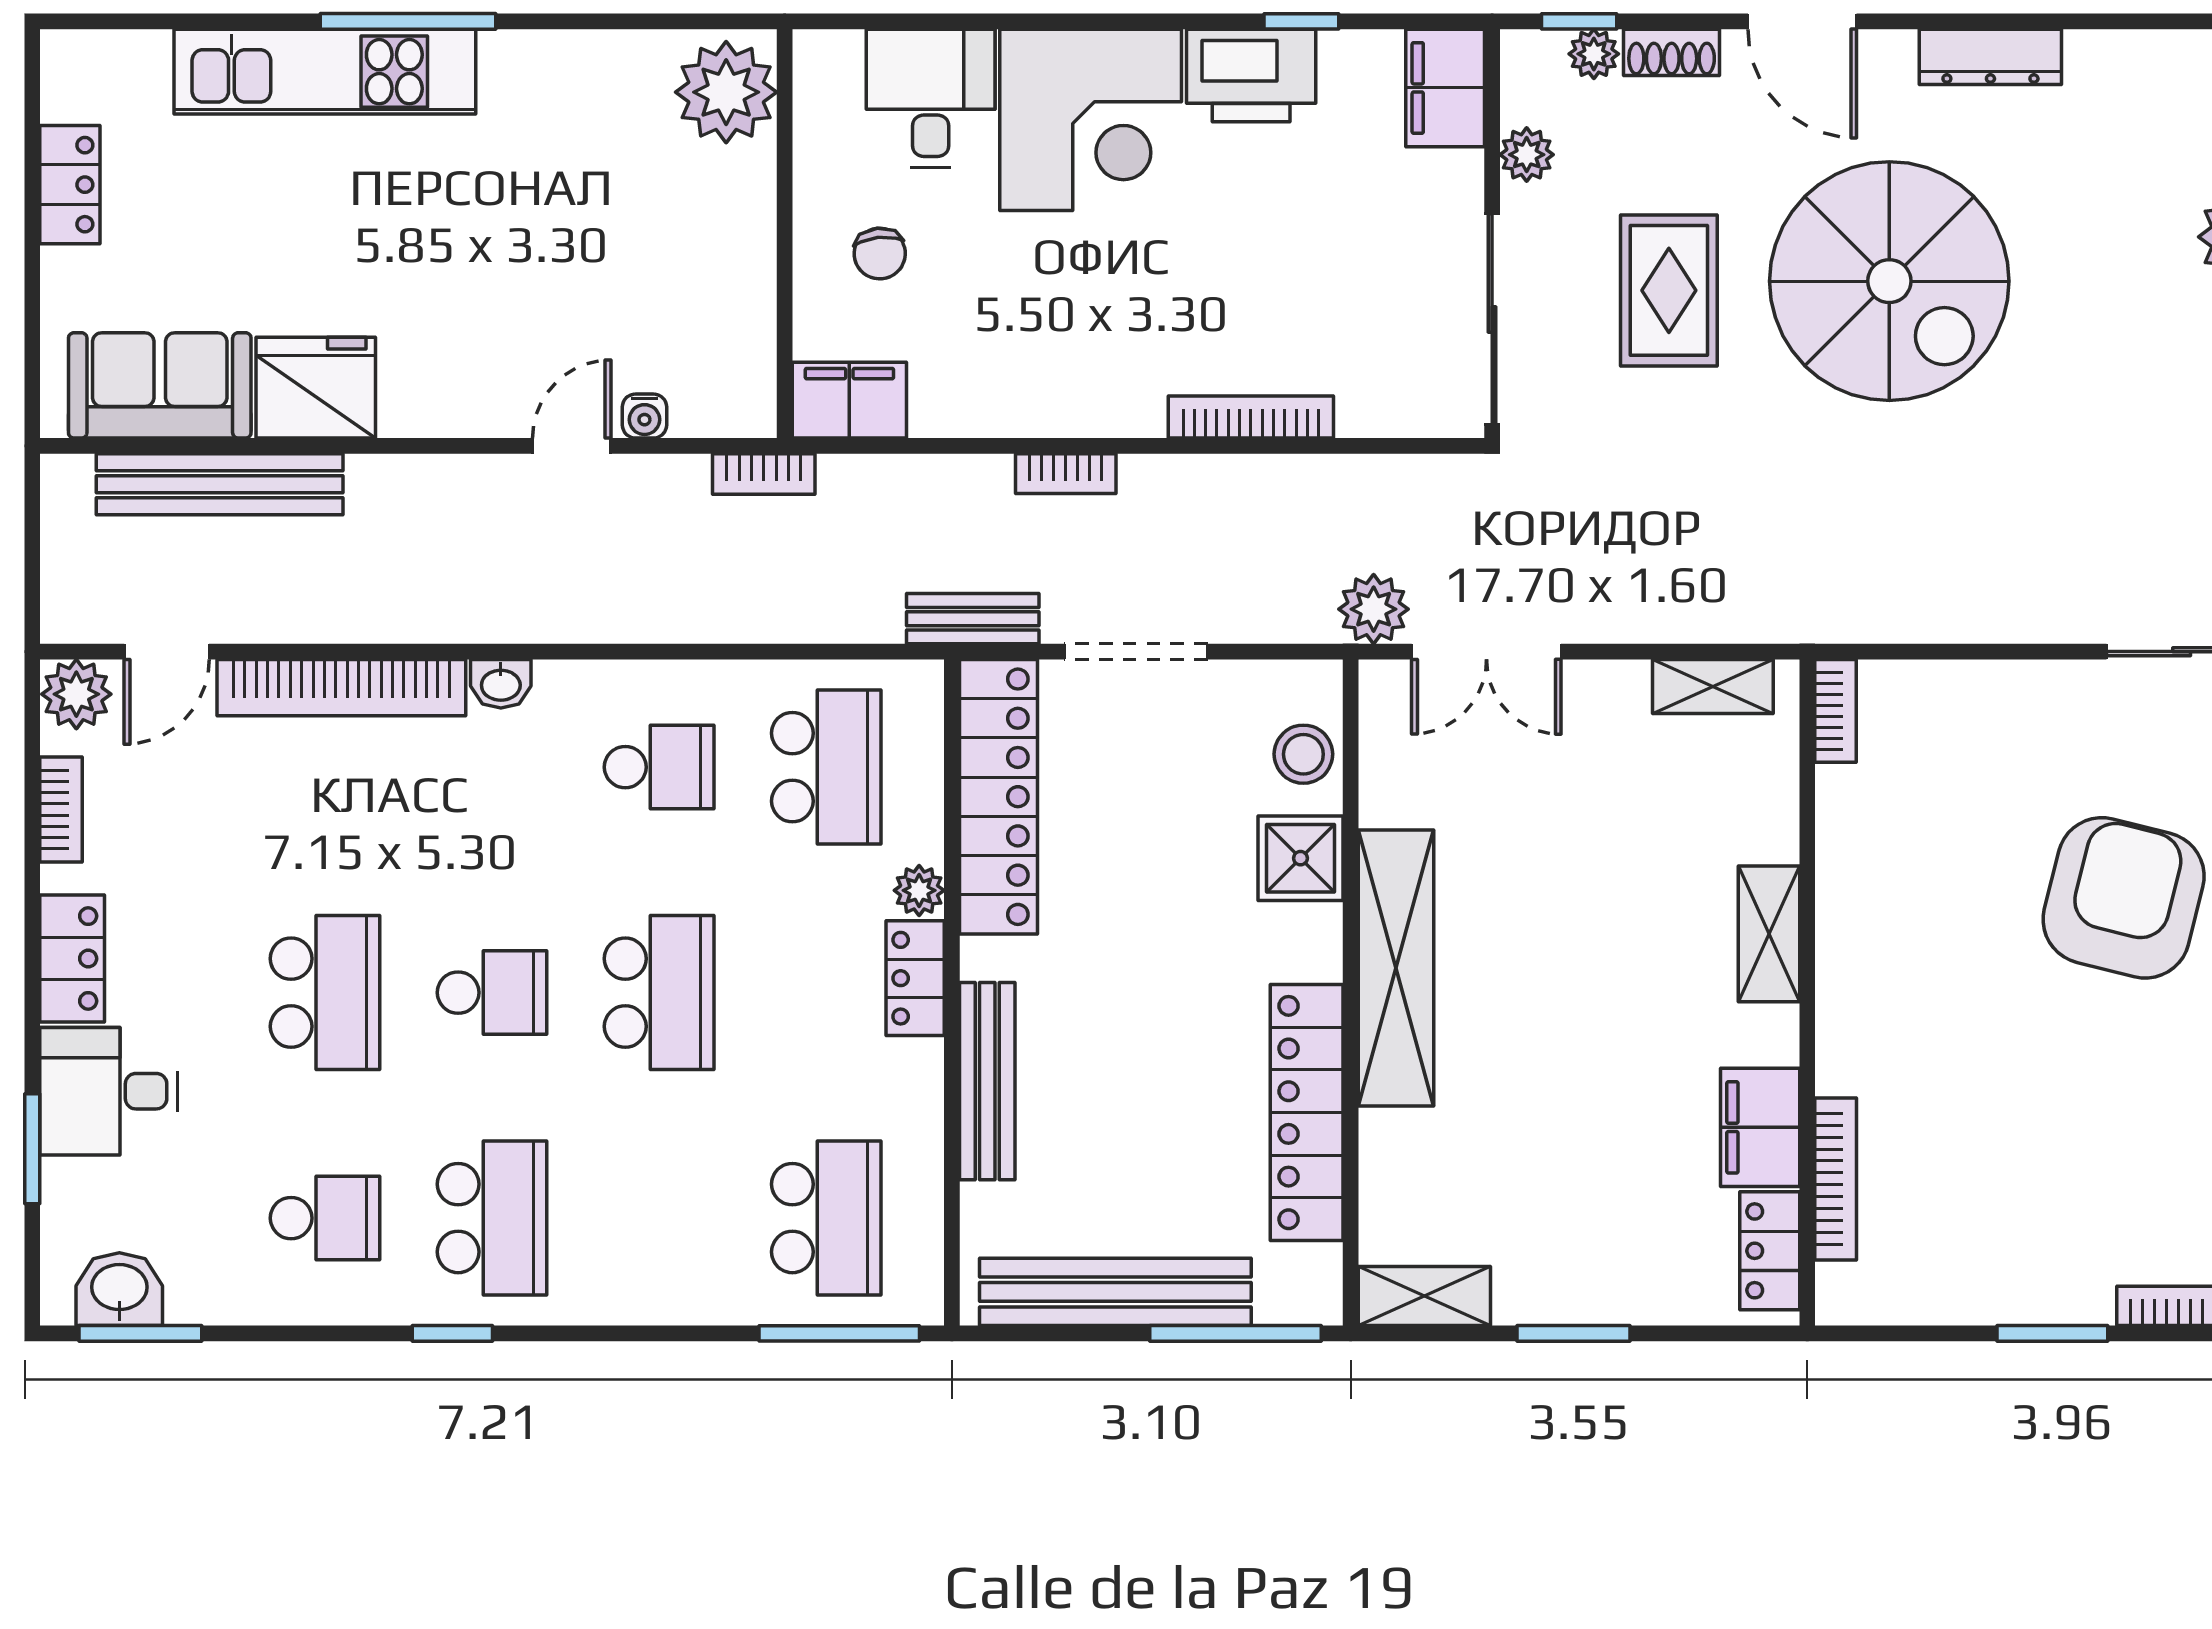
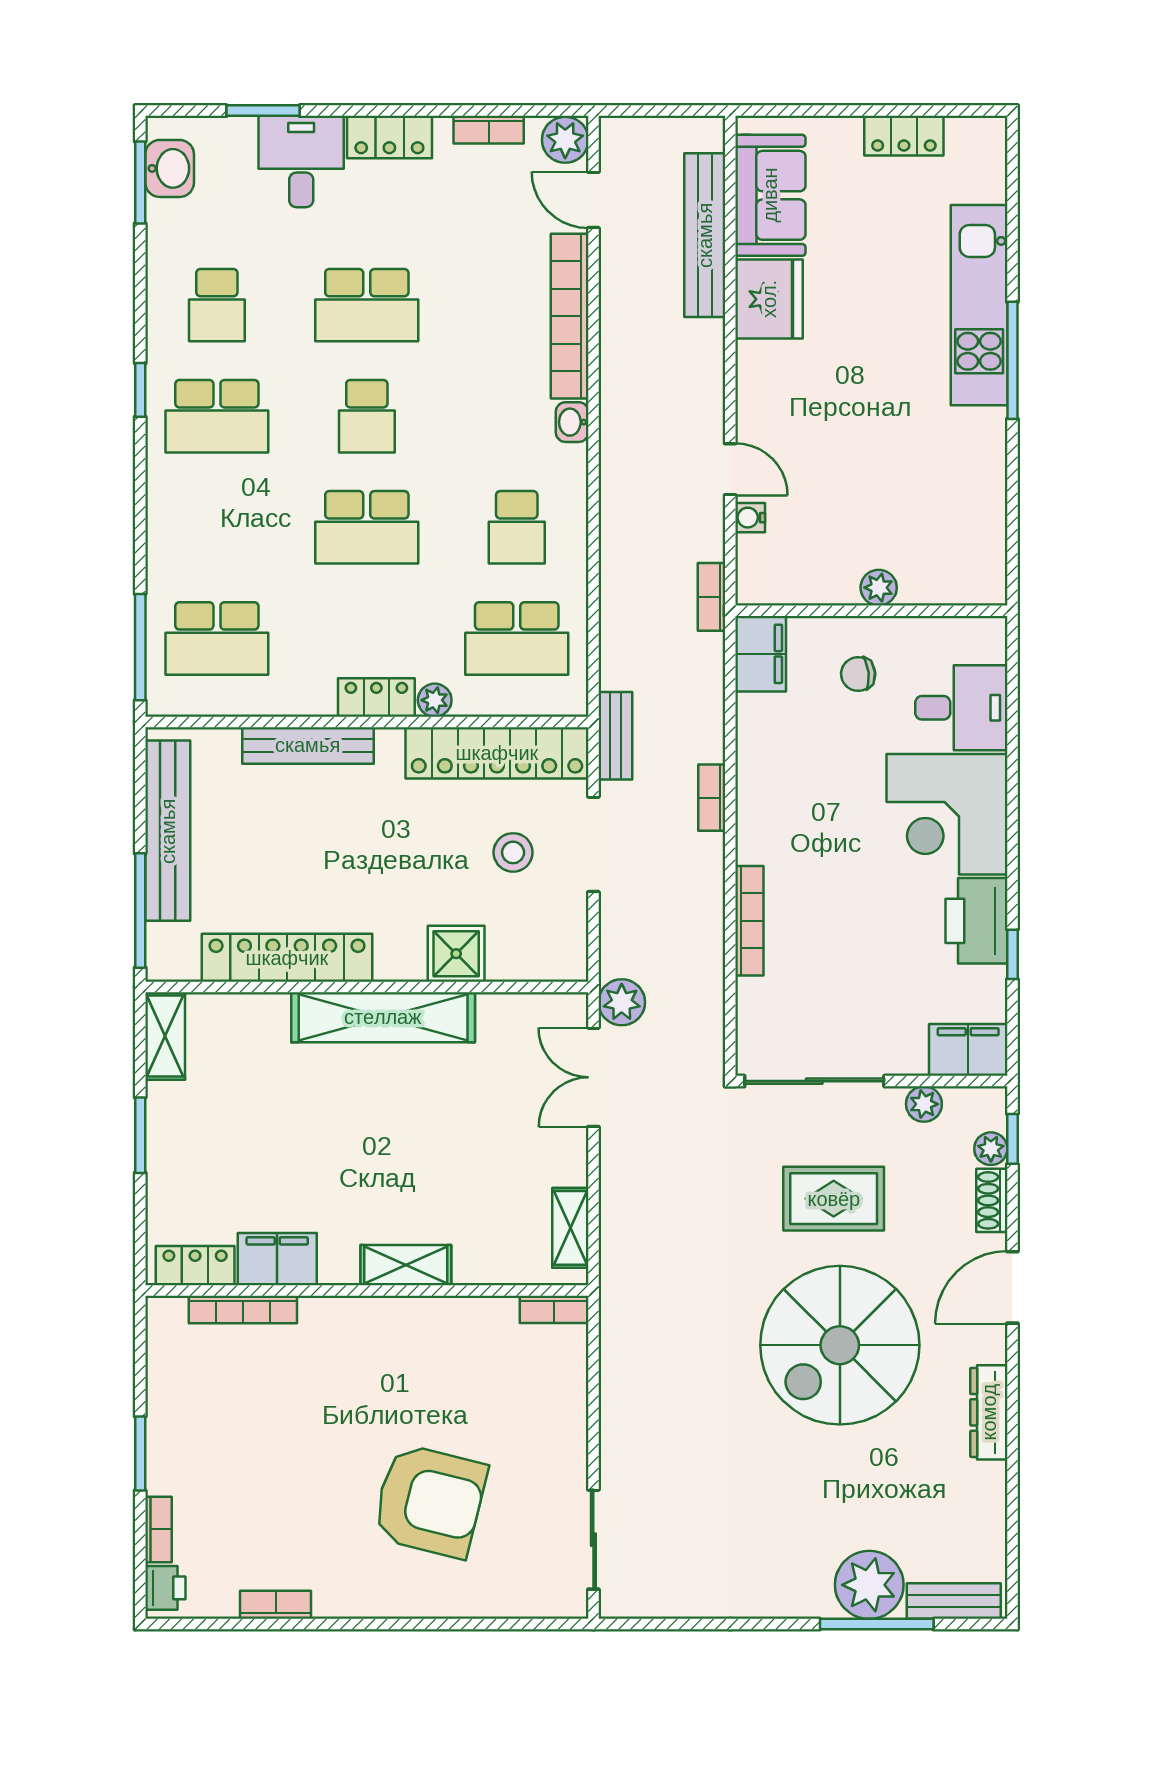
plant: (726, 92) -> (879, 588), moved, width x0.53, depth x0.53
stool: (1303, 754) -> (513, 852), moved

